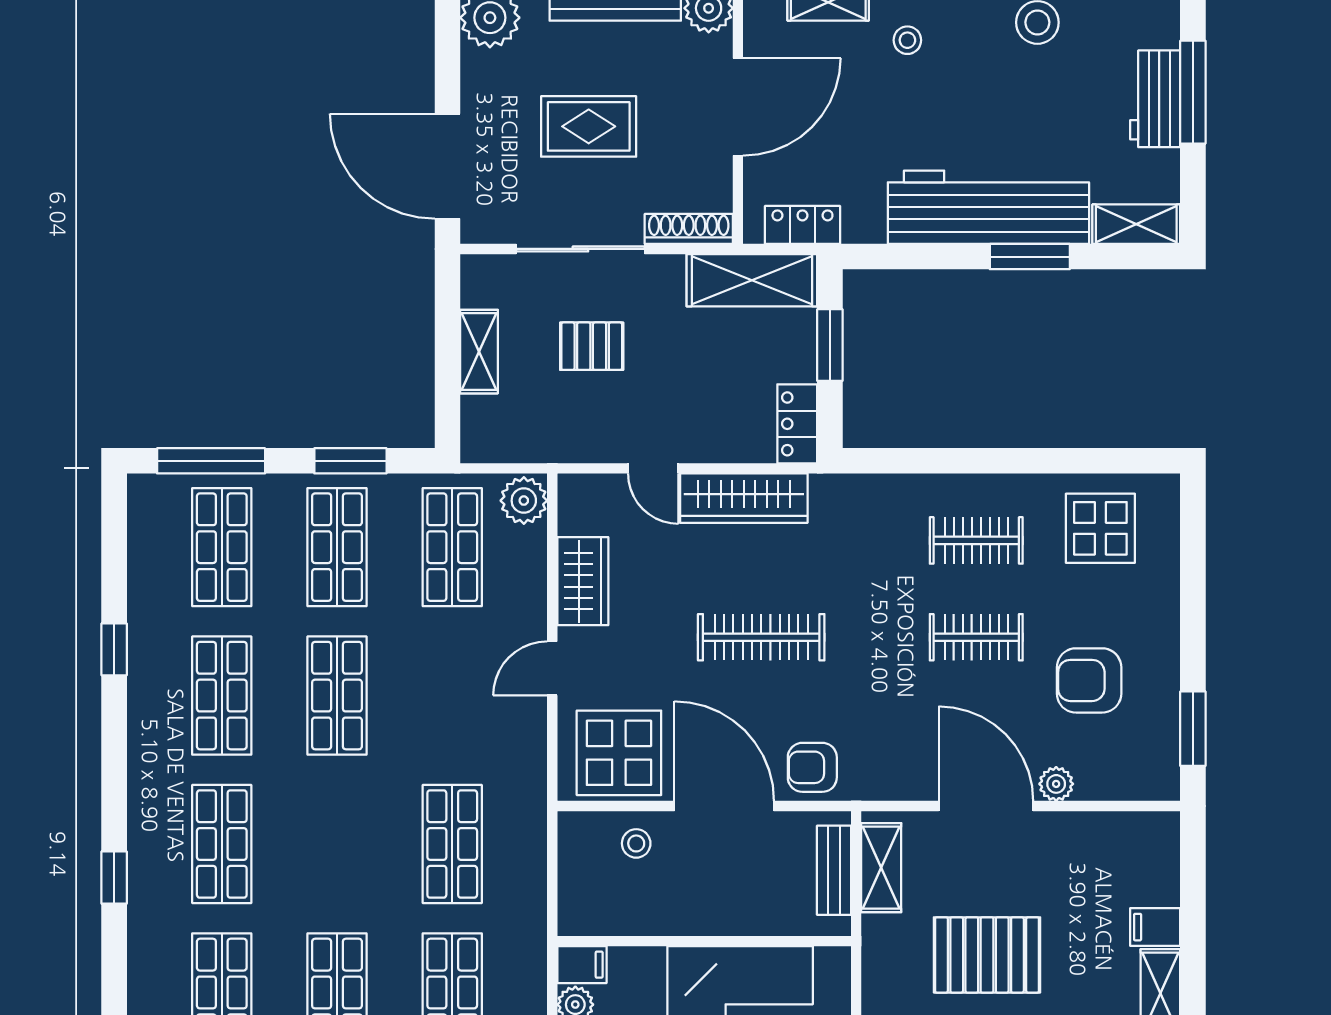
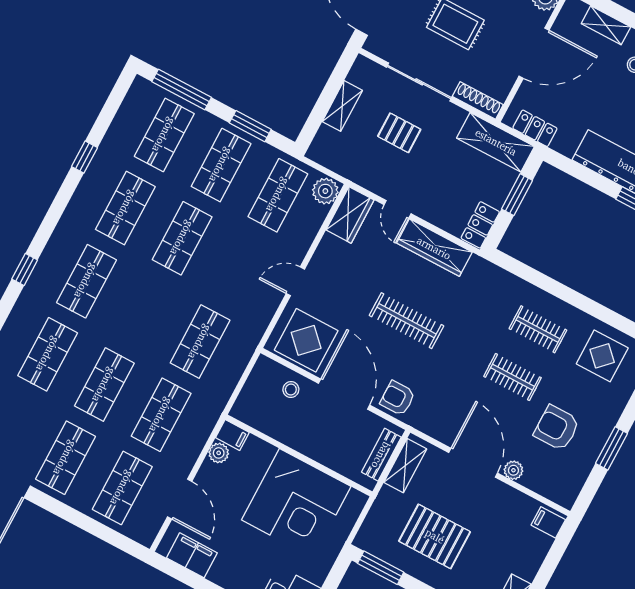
wardrobe: (583, 581) -> (350, 215), moved
window: (1193, 729) -> (612, 448), moved
filing cabinet: (1155, 927) -> (548, 522), moved

